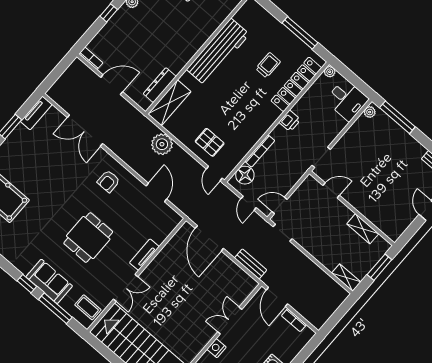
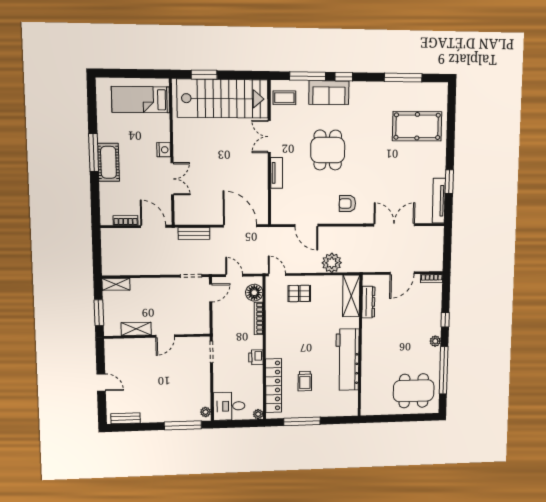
tv unit: (36, 113) -> (439, 201), width x1.41
armchair: (108, 181) -> (347, 204), turned -90
door: (331, 190) -> (165, 336), moved

